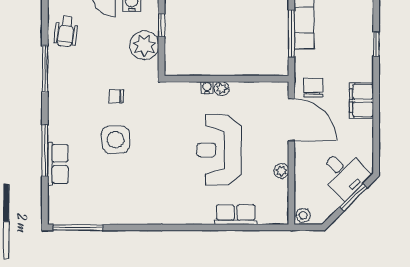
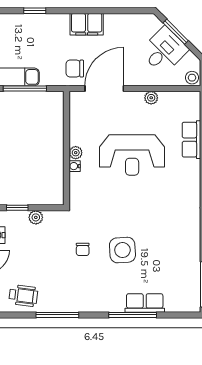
plant: (144, 45) -> (36, 217), width x0.53, depth x0.53
desk: (344, 174) -> (164, 50), moved

